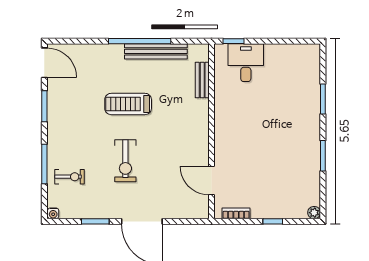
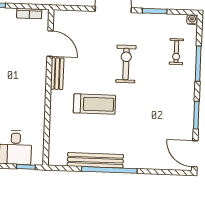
bench: (202, 80) -> (57, 74), moved
treadmill: (128, 104) -> (94, 104), moved
exercise bike: (69, 177) -> (176, 52), turned -90

